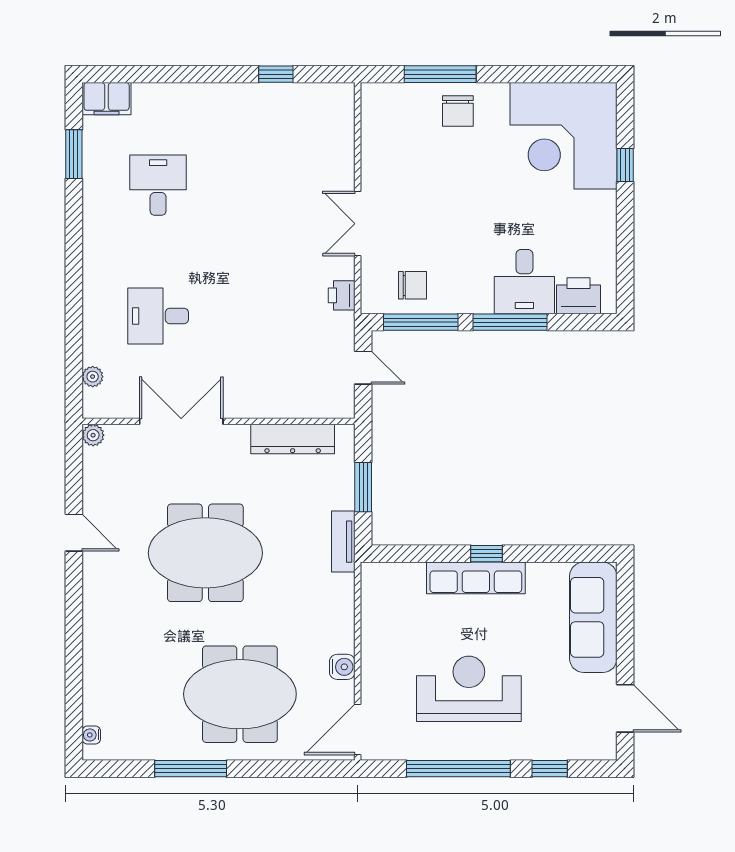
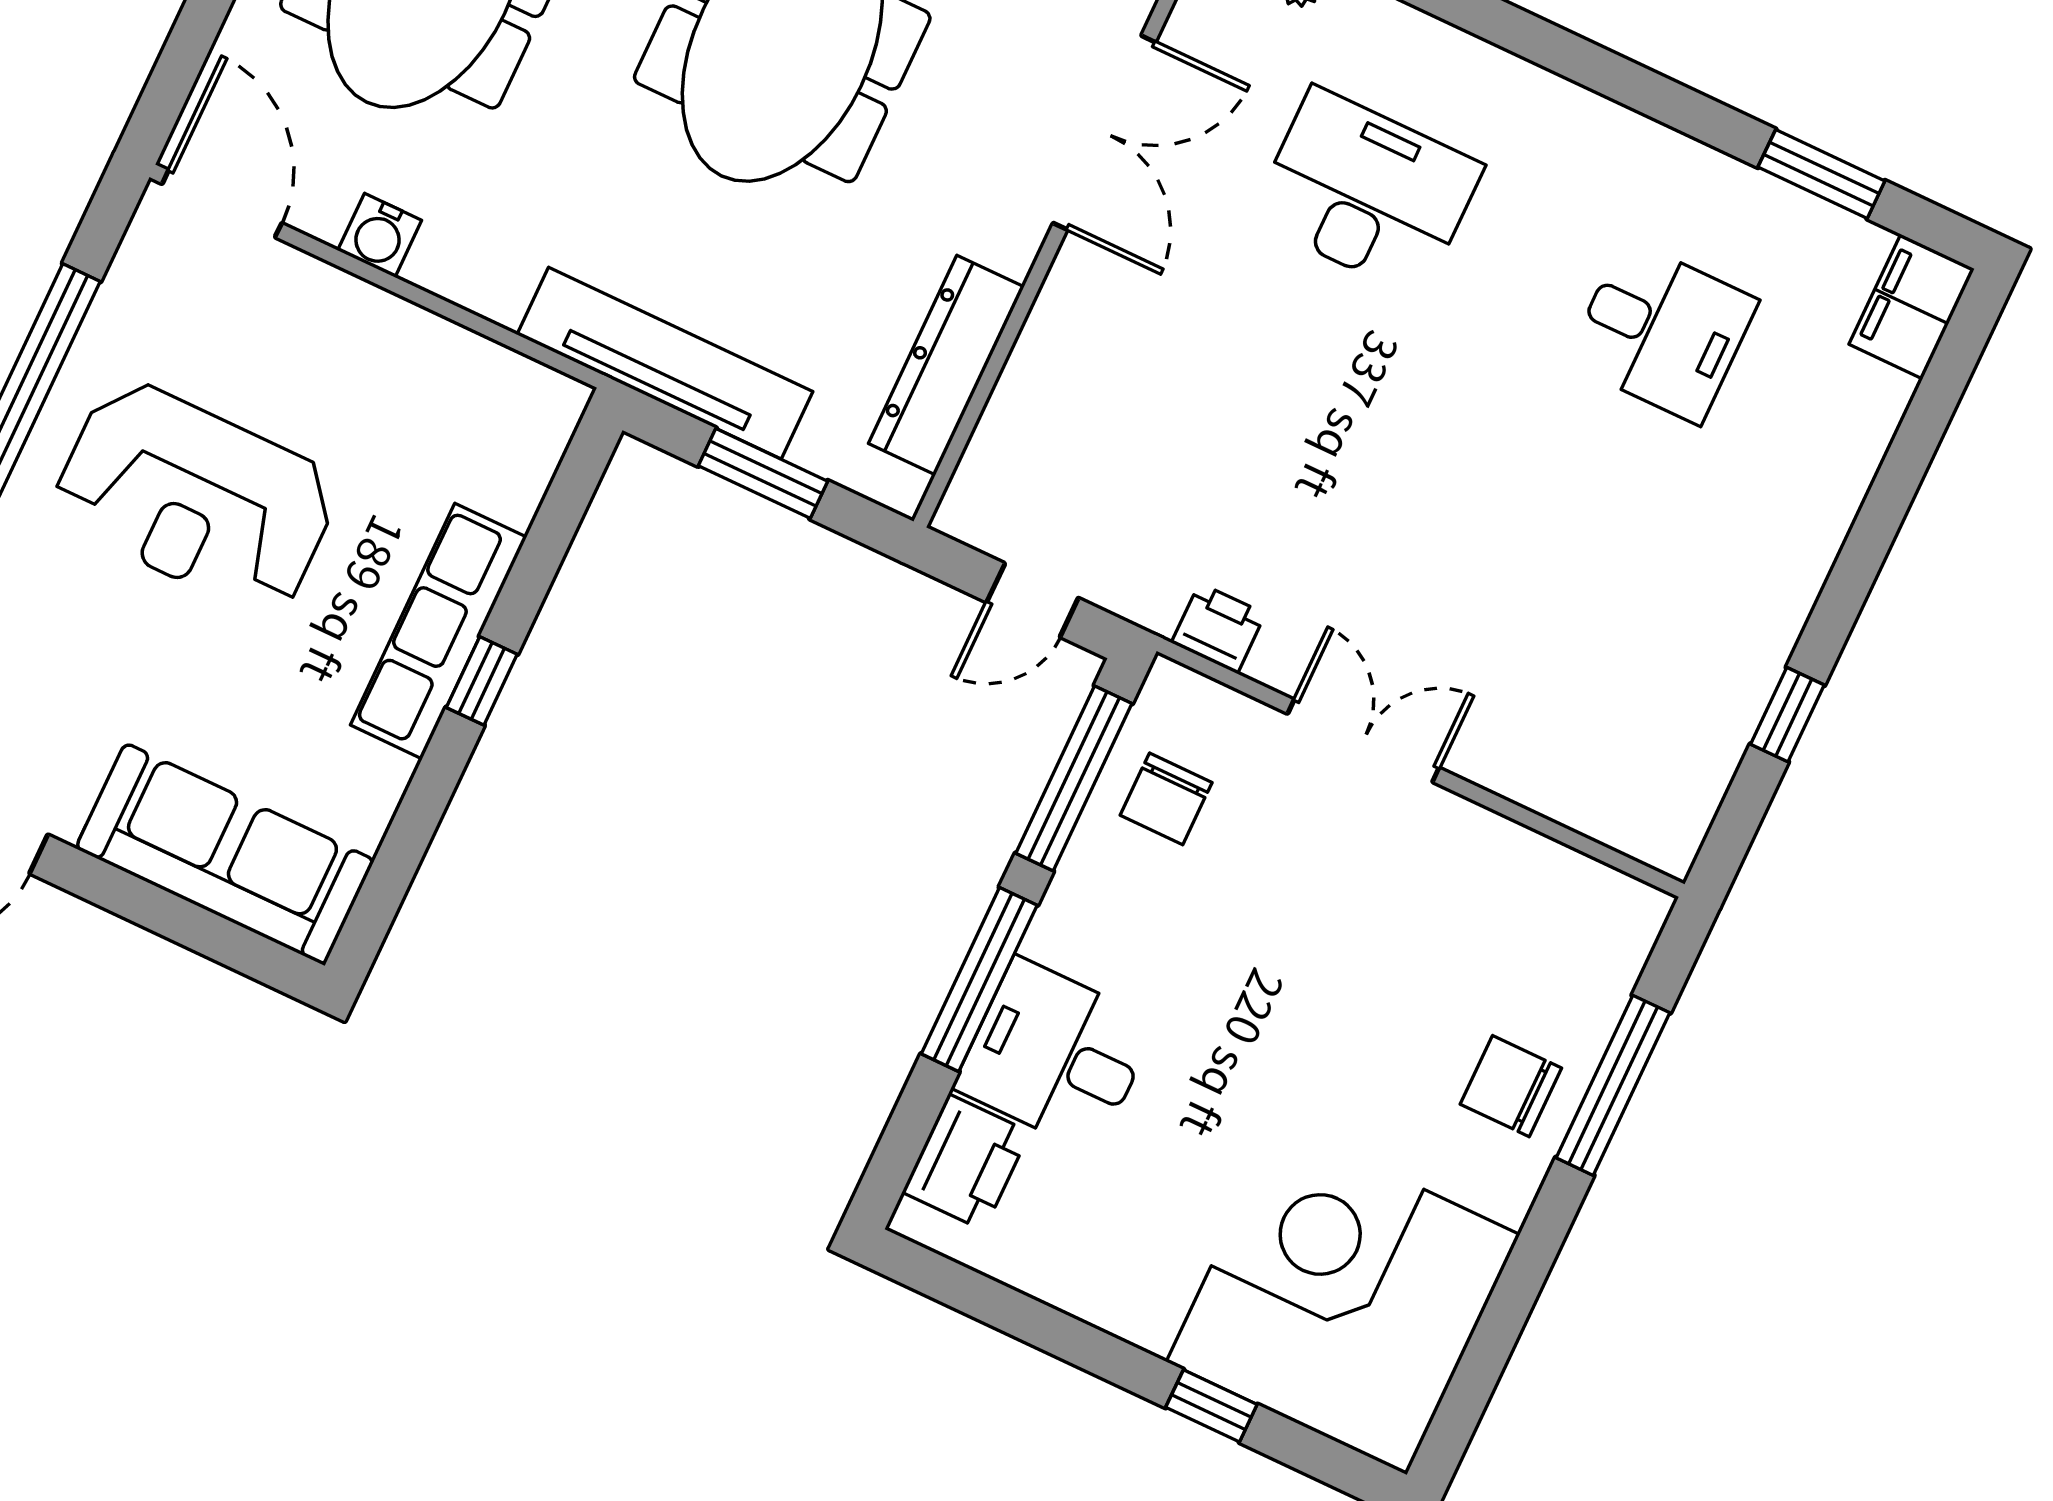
desk: (158, 316) -> (1367, 192), width x1.37
tv unit: (343, 542) -> (665, 363), width x1.92, depth x1.29
reception desk: (469, 689) -> (196, 497), turned 90

